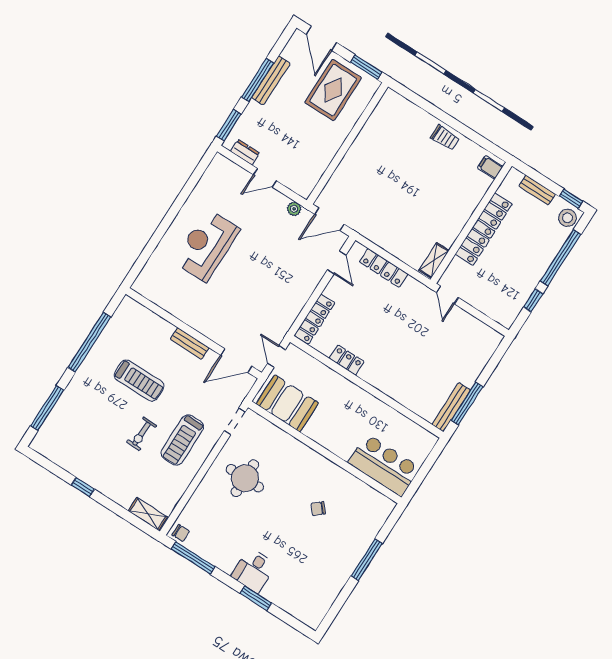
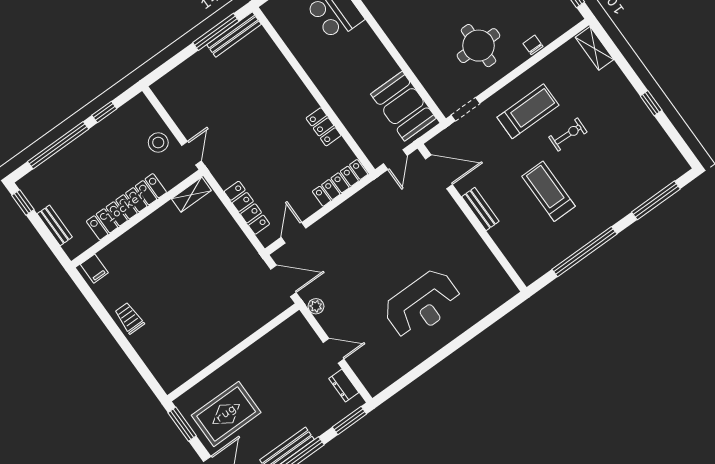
stool: (567, 218) -> (158, 142), moved
chair: (181, 533) -> (533, 45), moved

